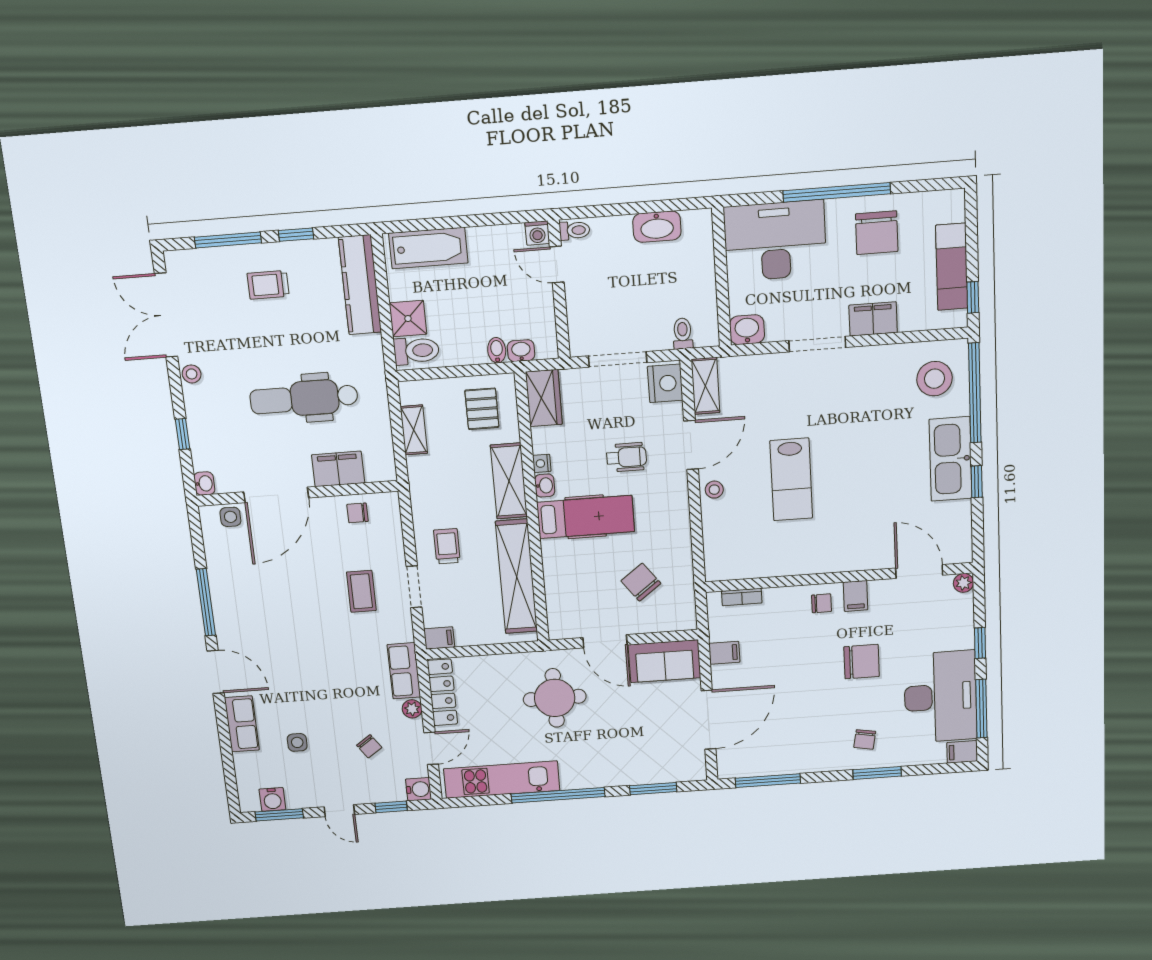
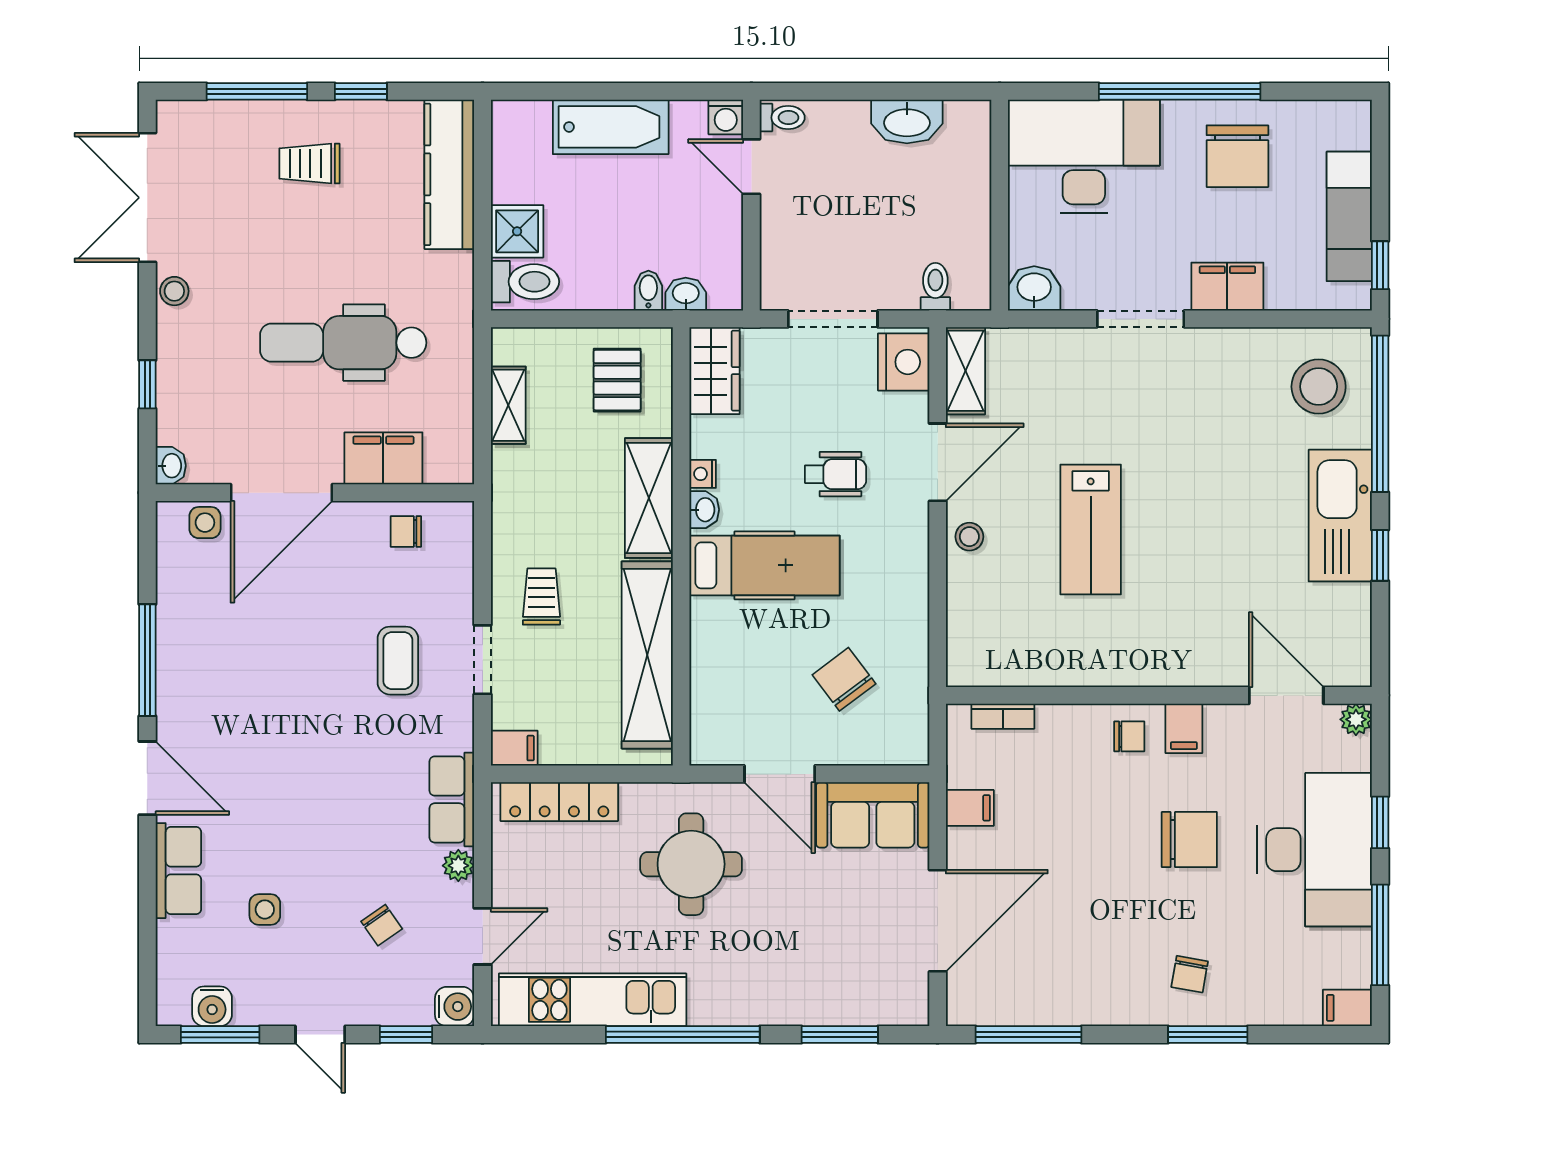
bathtub: (428, 248) -> (611, 127), moved
locker: (442, 692) -> (559, 802), moved, turned 90
desk: (940, 697) -> (1314, 850), moved

